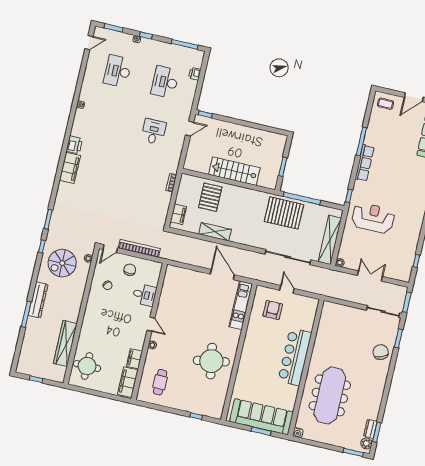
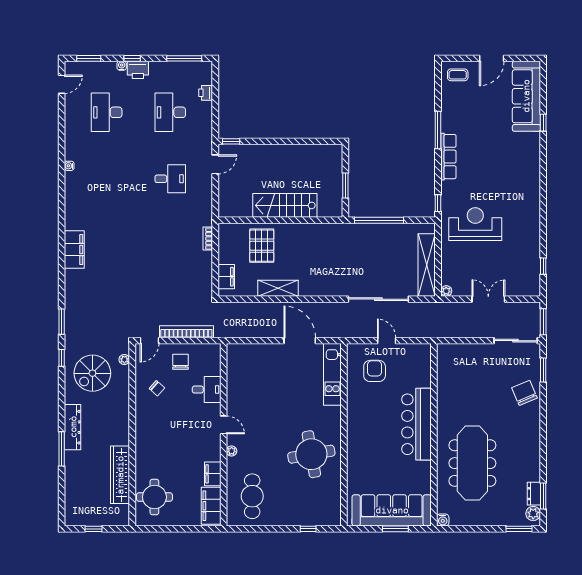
desk: (154, 132) -> (170, 179), turned 90
printer: (74, 145) -> (138, 70), moved, turned 90
pallet: (284, 213) -> (360, 244), removed
cafe table: (160, 382) -> (252, 496), width x1.37, depth x1.35

